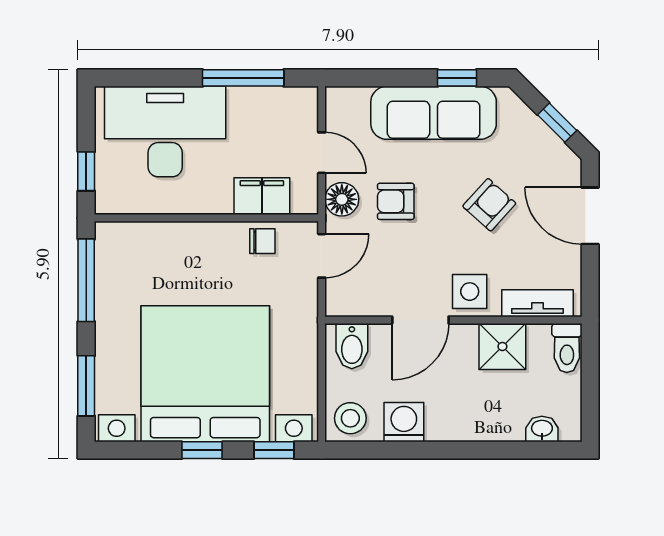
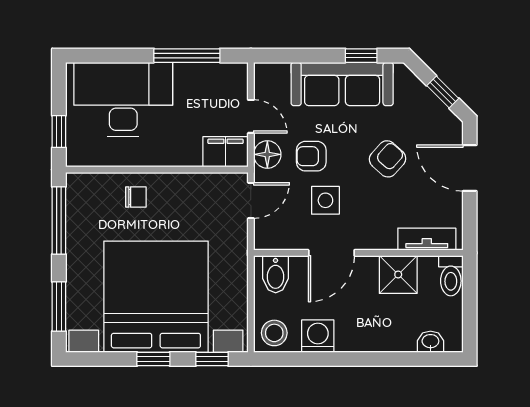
filing cabinet: (262, 196) -> (226, 152), moved
chair: (262, 241) -> (136, 197), moved
side table: (470, 292) -> (325, 200), moved

